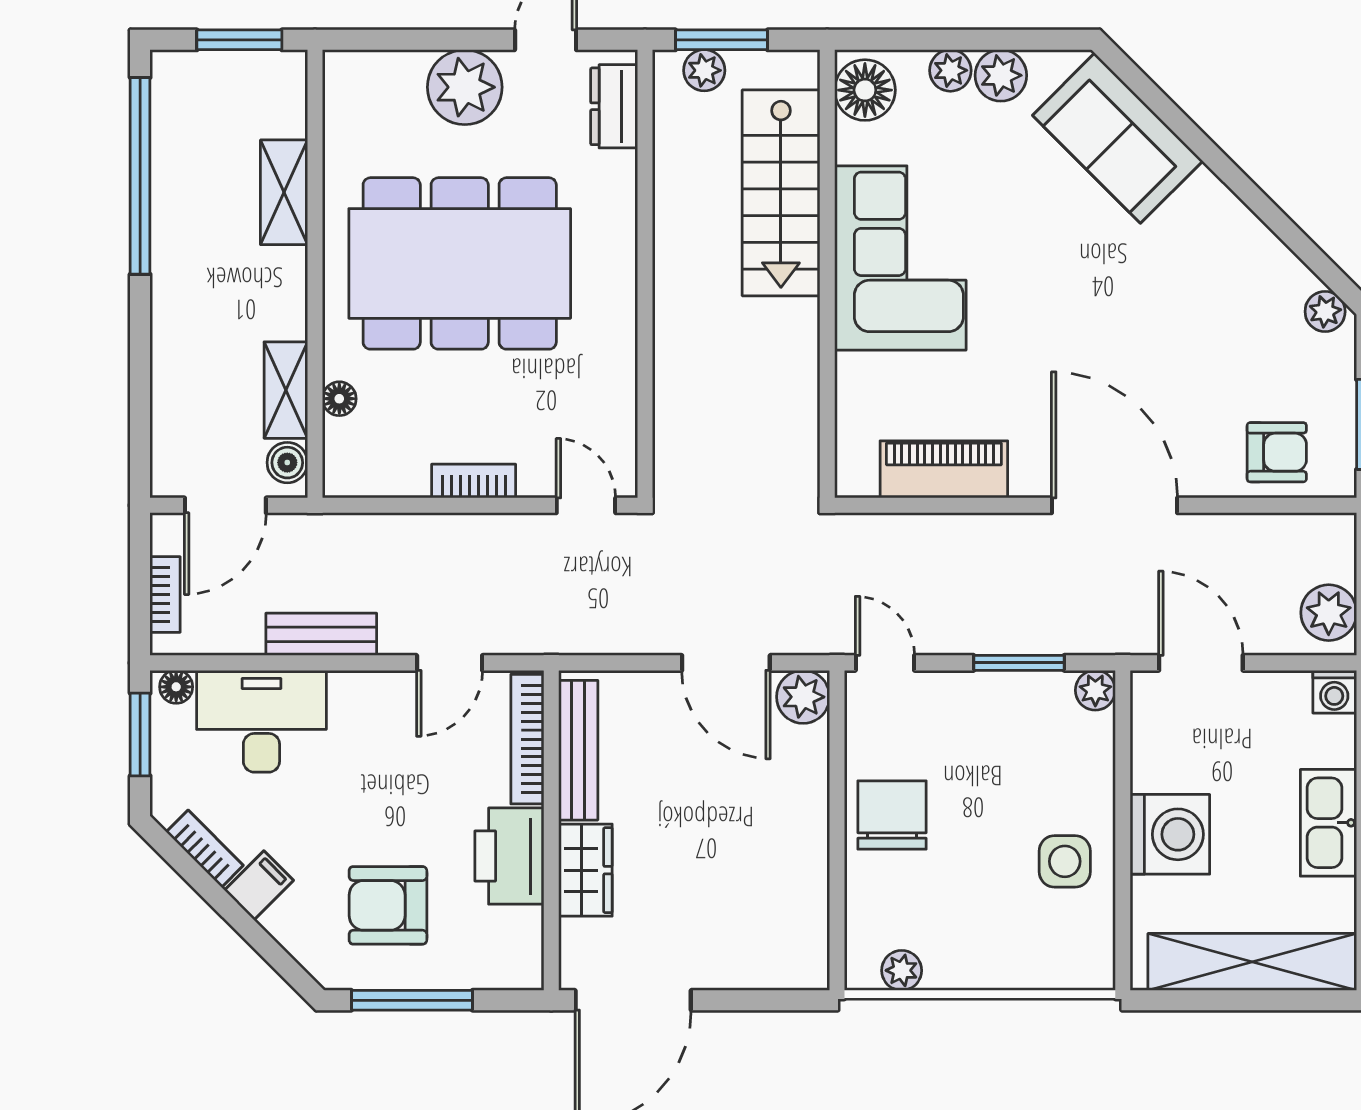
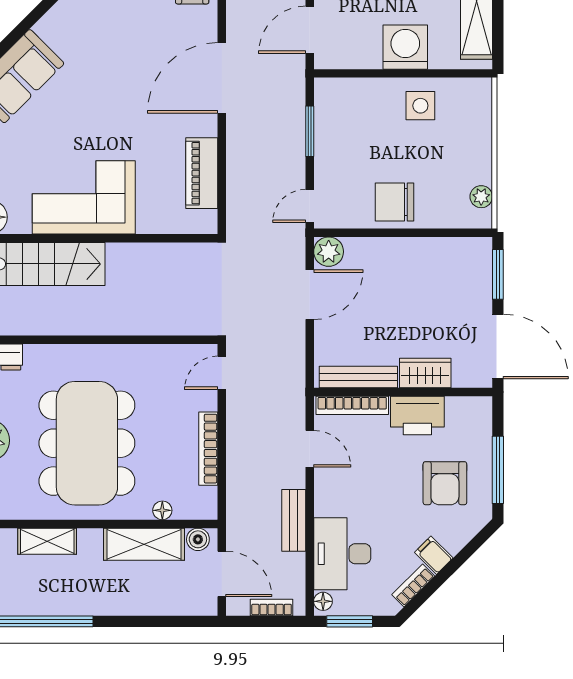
shelving: (286, 390) -> (144, 544), width x1.50, depth x1.33
bookcase: (474, 481) -> (208, 449), width x1.56
plant: (1095, 690) -> (325, 89), removed
window: (762, 1000) -> (498, 274), added

